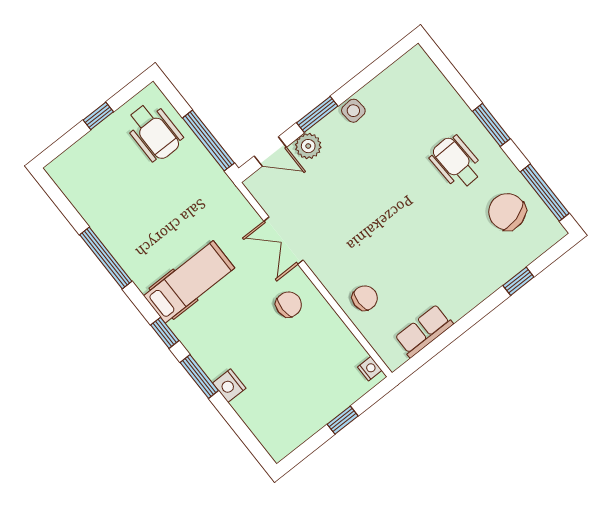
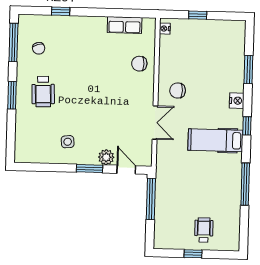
side table: (353, 111) -> (68, 142), moved
wheelchair: (154, 132) -> (204, 230), moved, width x0.73, depth x0.73
chair: (507, 212) -> (39, 48), width x0.54, depth x0.54
window: (199, 376) -> (248, 70), moved
nightstand: (229, 386) -> (237, 101), moved

